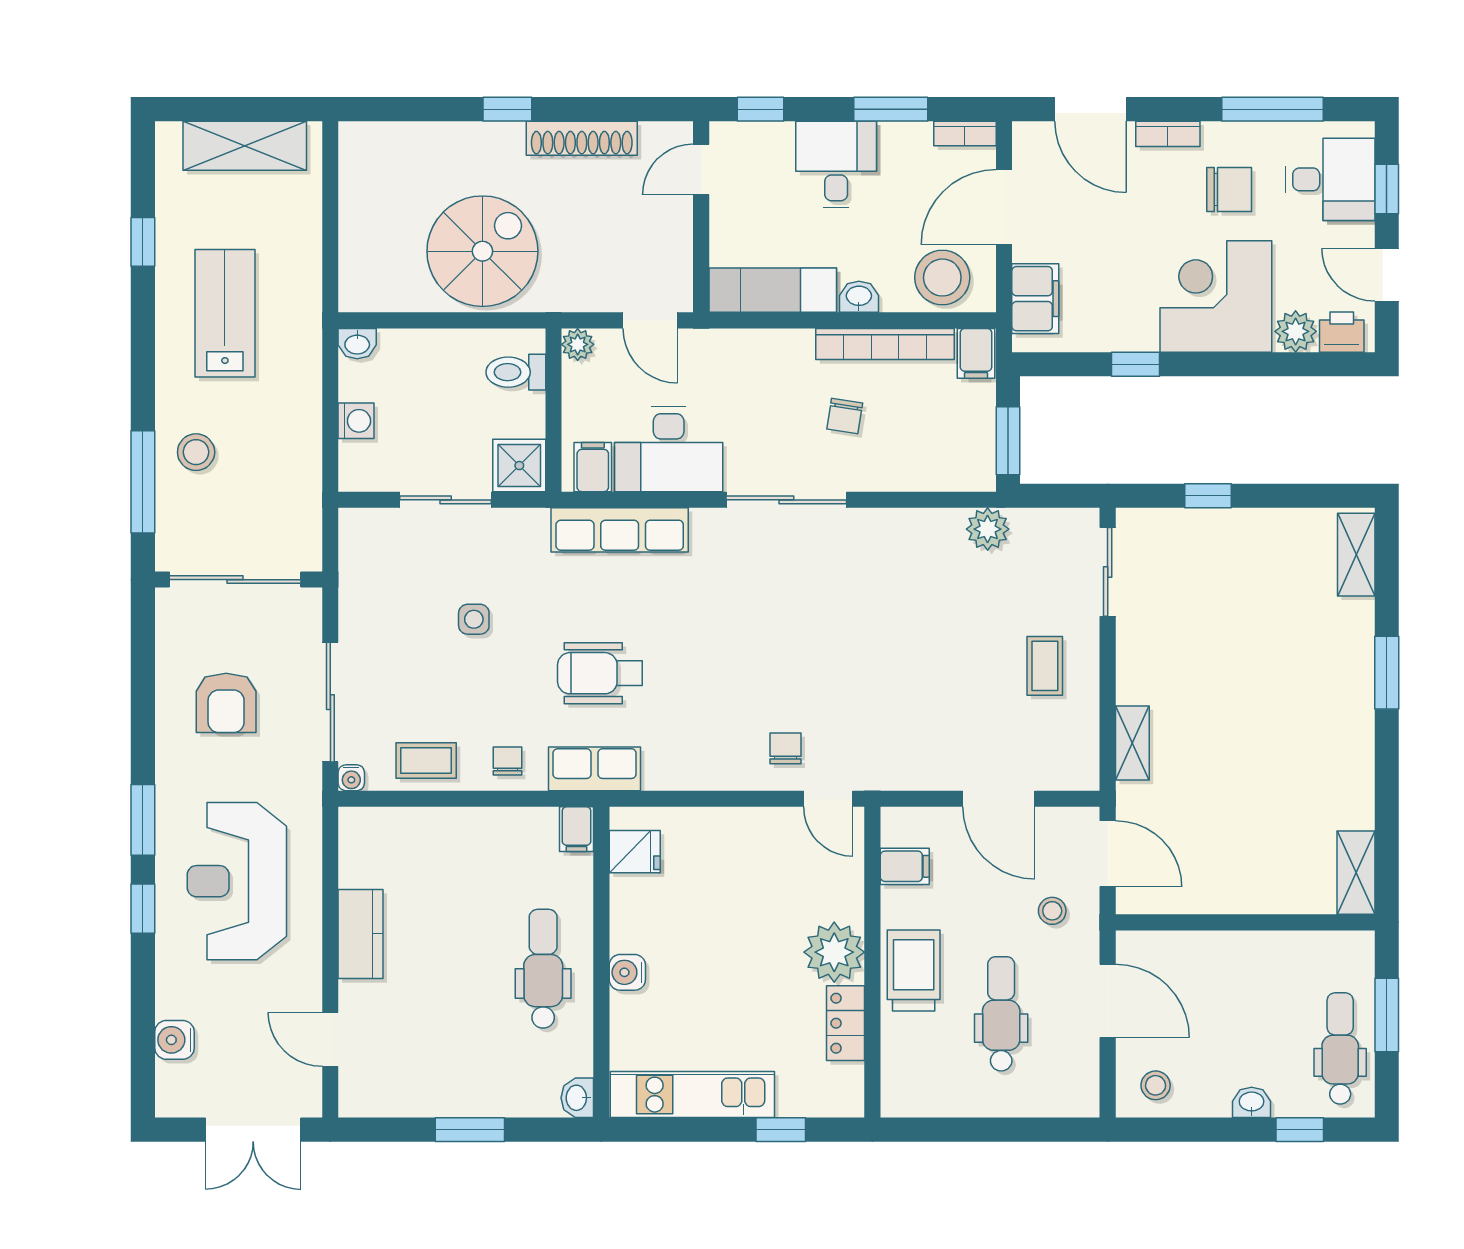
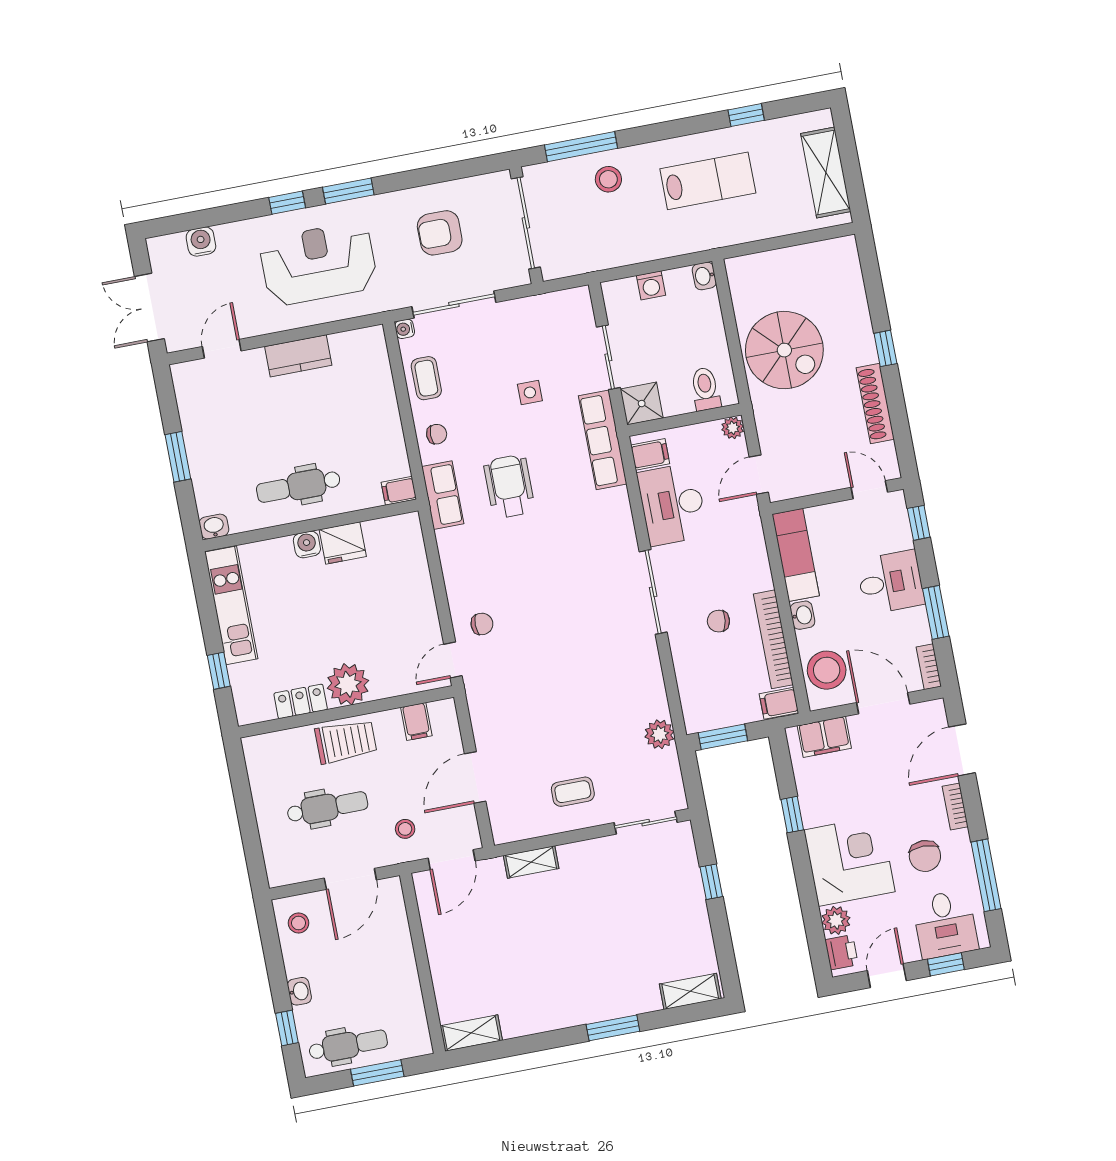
row of seats: (620, 530) -> (603, 440), moved
fridge: (635, 852) -> (343, 543), moved, width x1.38
dental chair: (543, 969) -> (298, 486), turned 180

